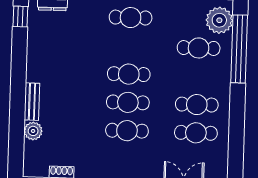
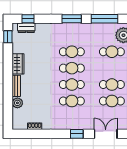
cafe table: (131, 18) -> (72, 52), moved
wardrobe: (36, 64) -> (18, 64), added

